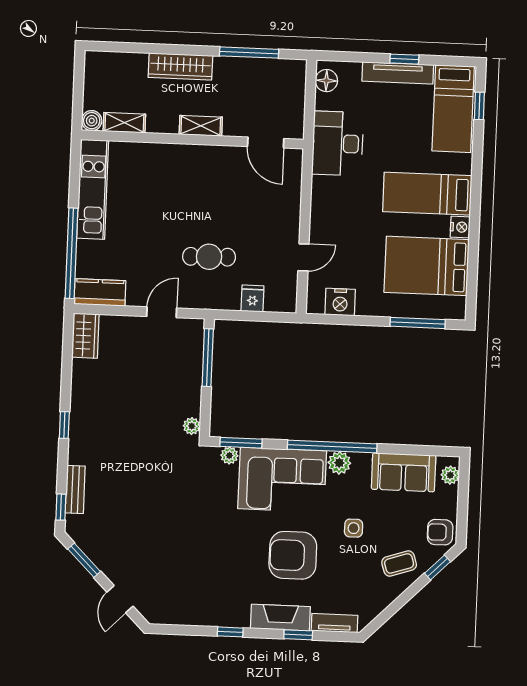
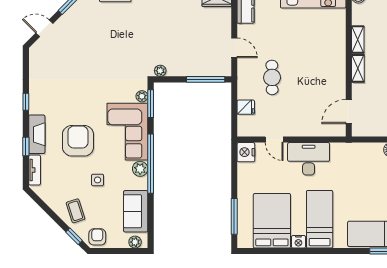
shelving: (124, 123) -> (358, 40), moved
desk: (338, 143) -> (309, 159), moved
nightstand: (340, 302) -> (246, 152), moved

